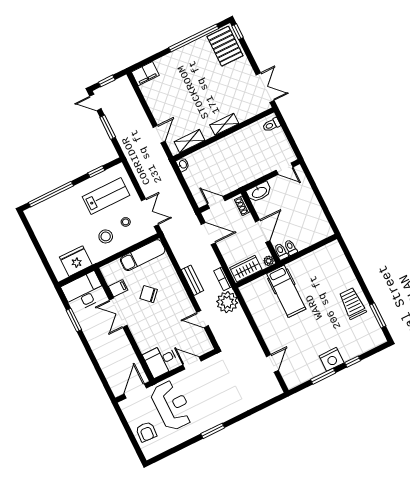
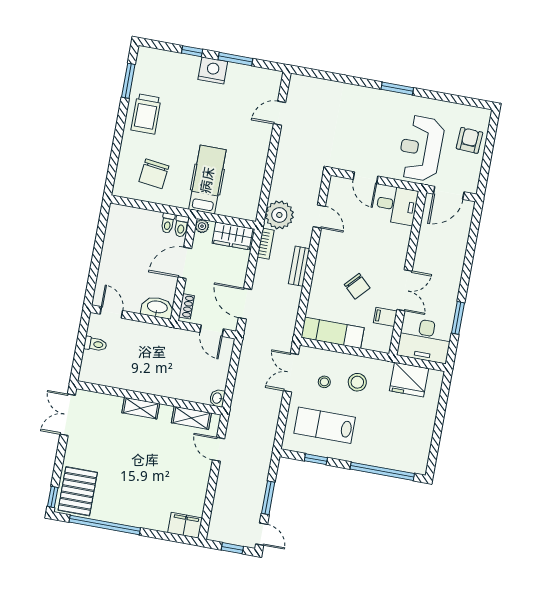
toilet: (271, 125) -> (95, 344), moved
door: (159, 134) -> (219, 449), hinge flipped
chair: (321, 271) -> (154, 174), added

